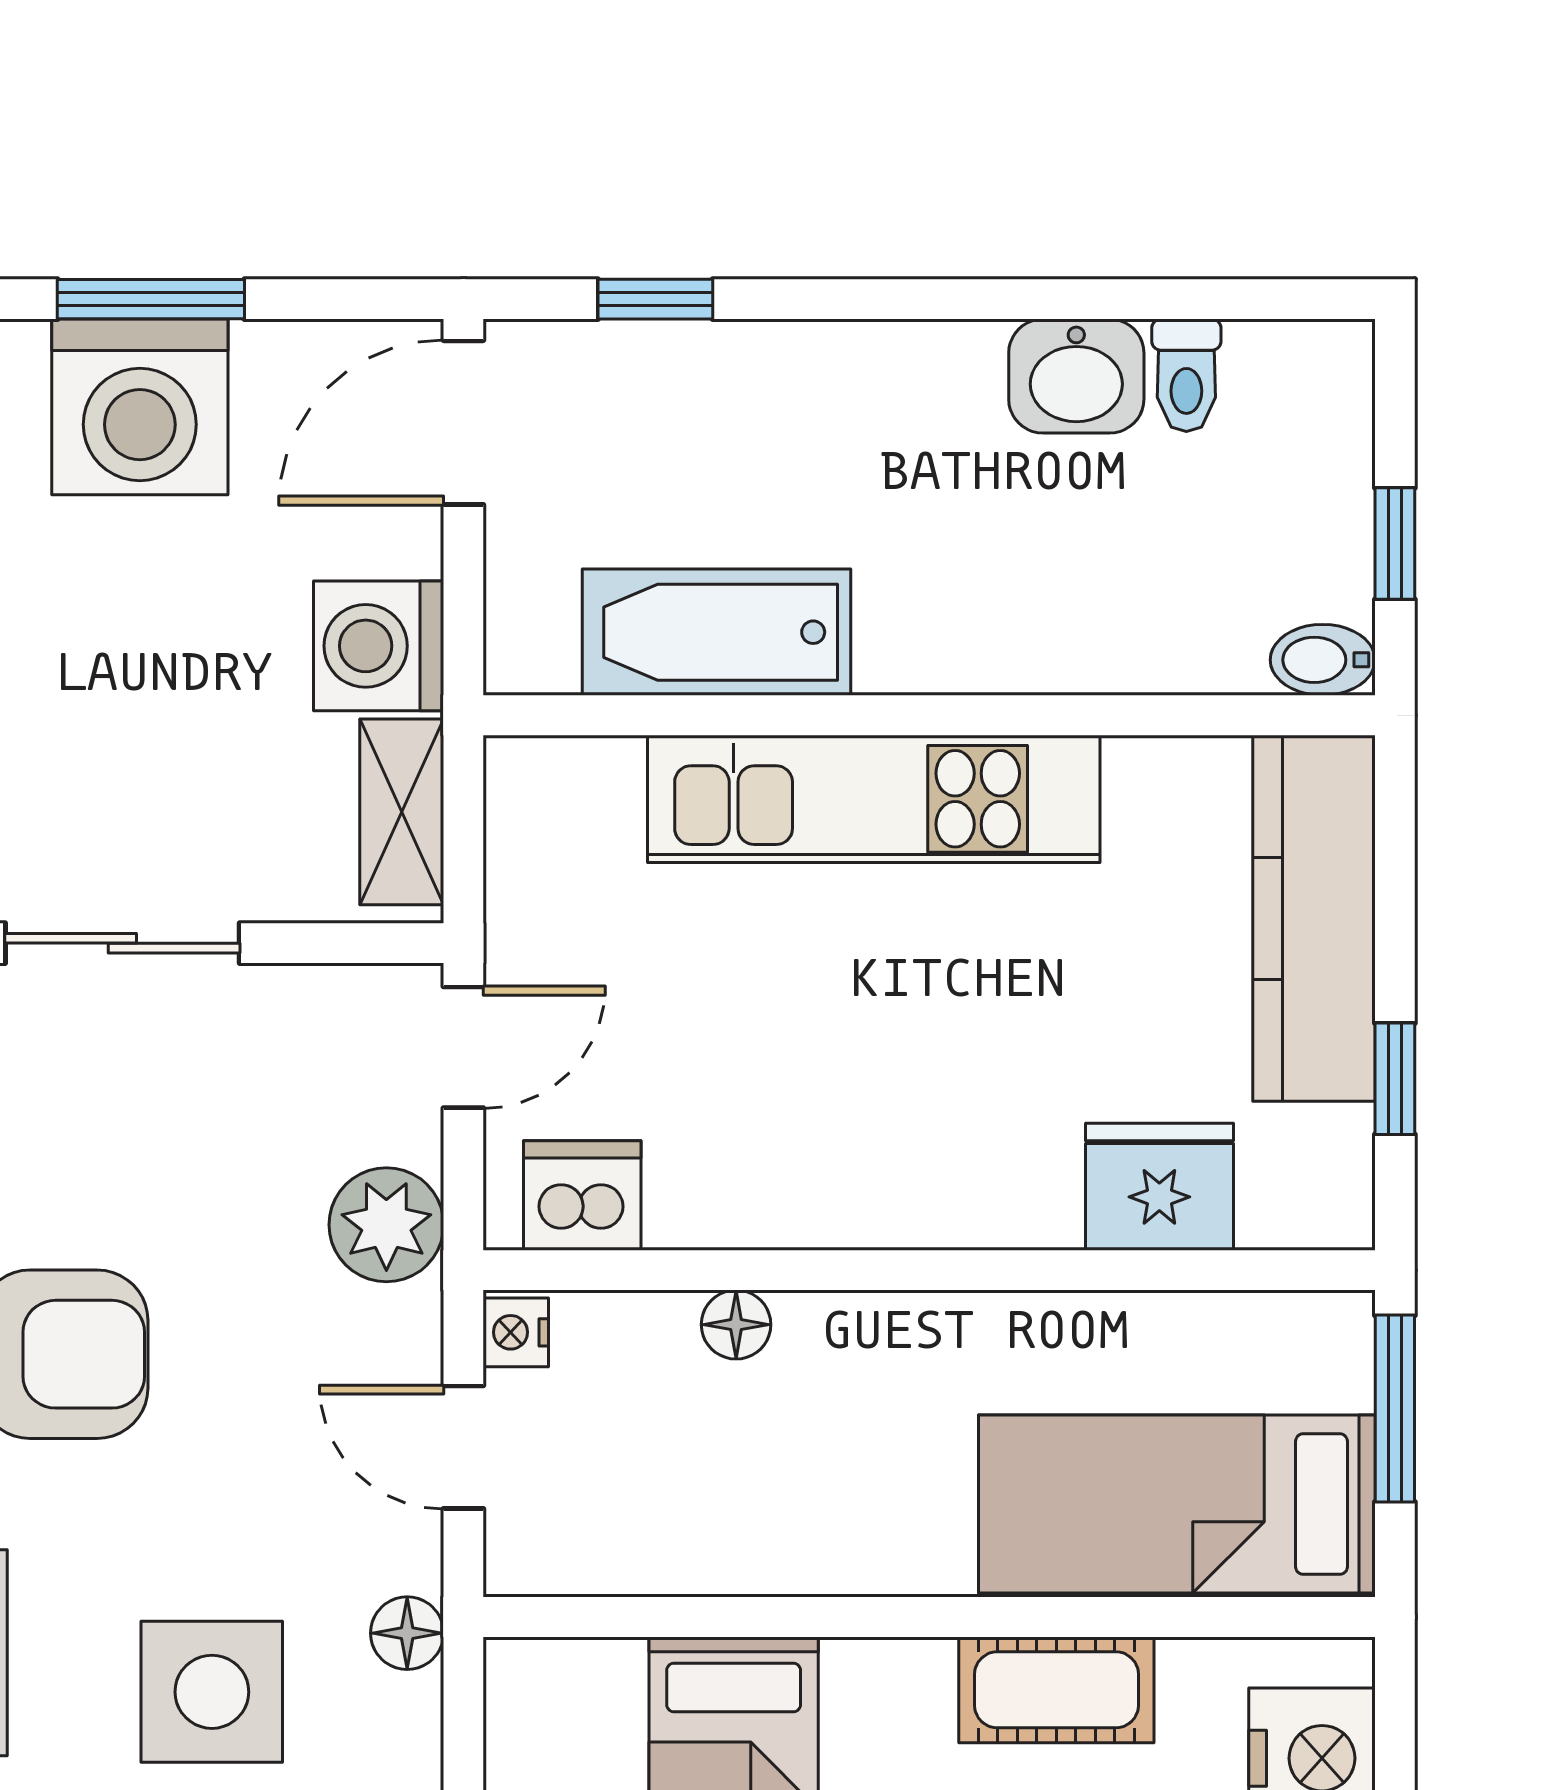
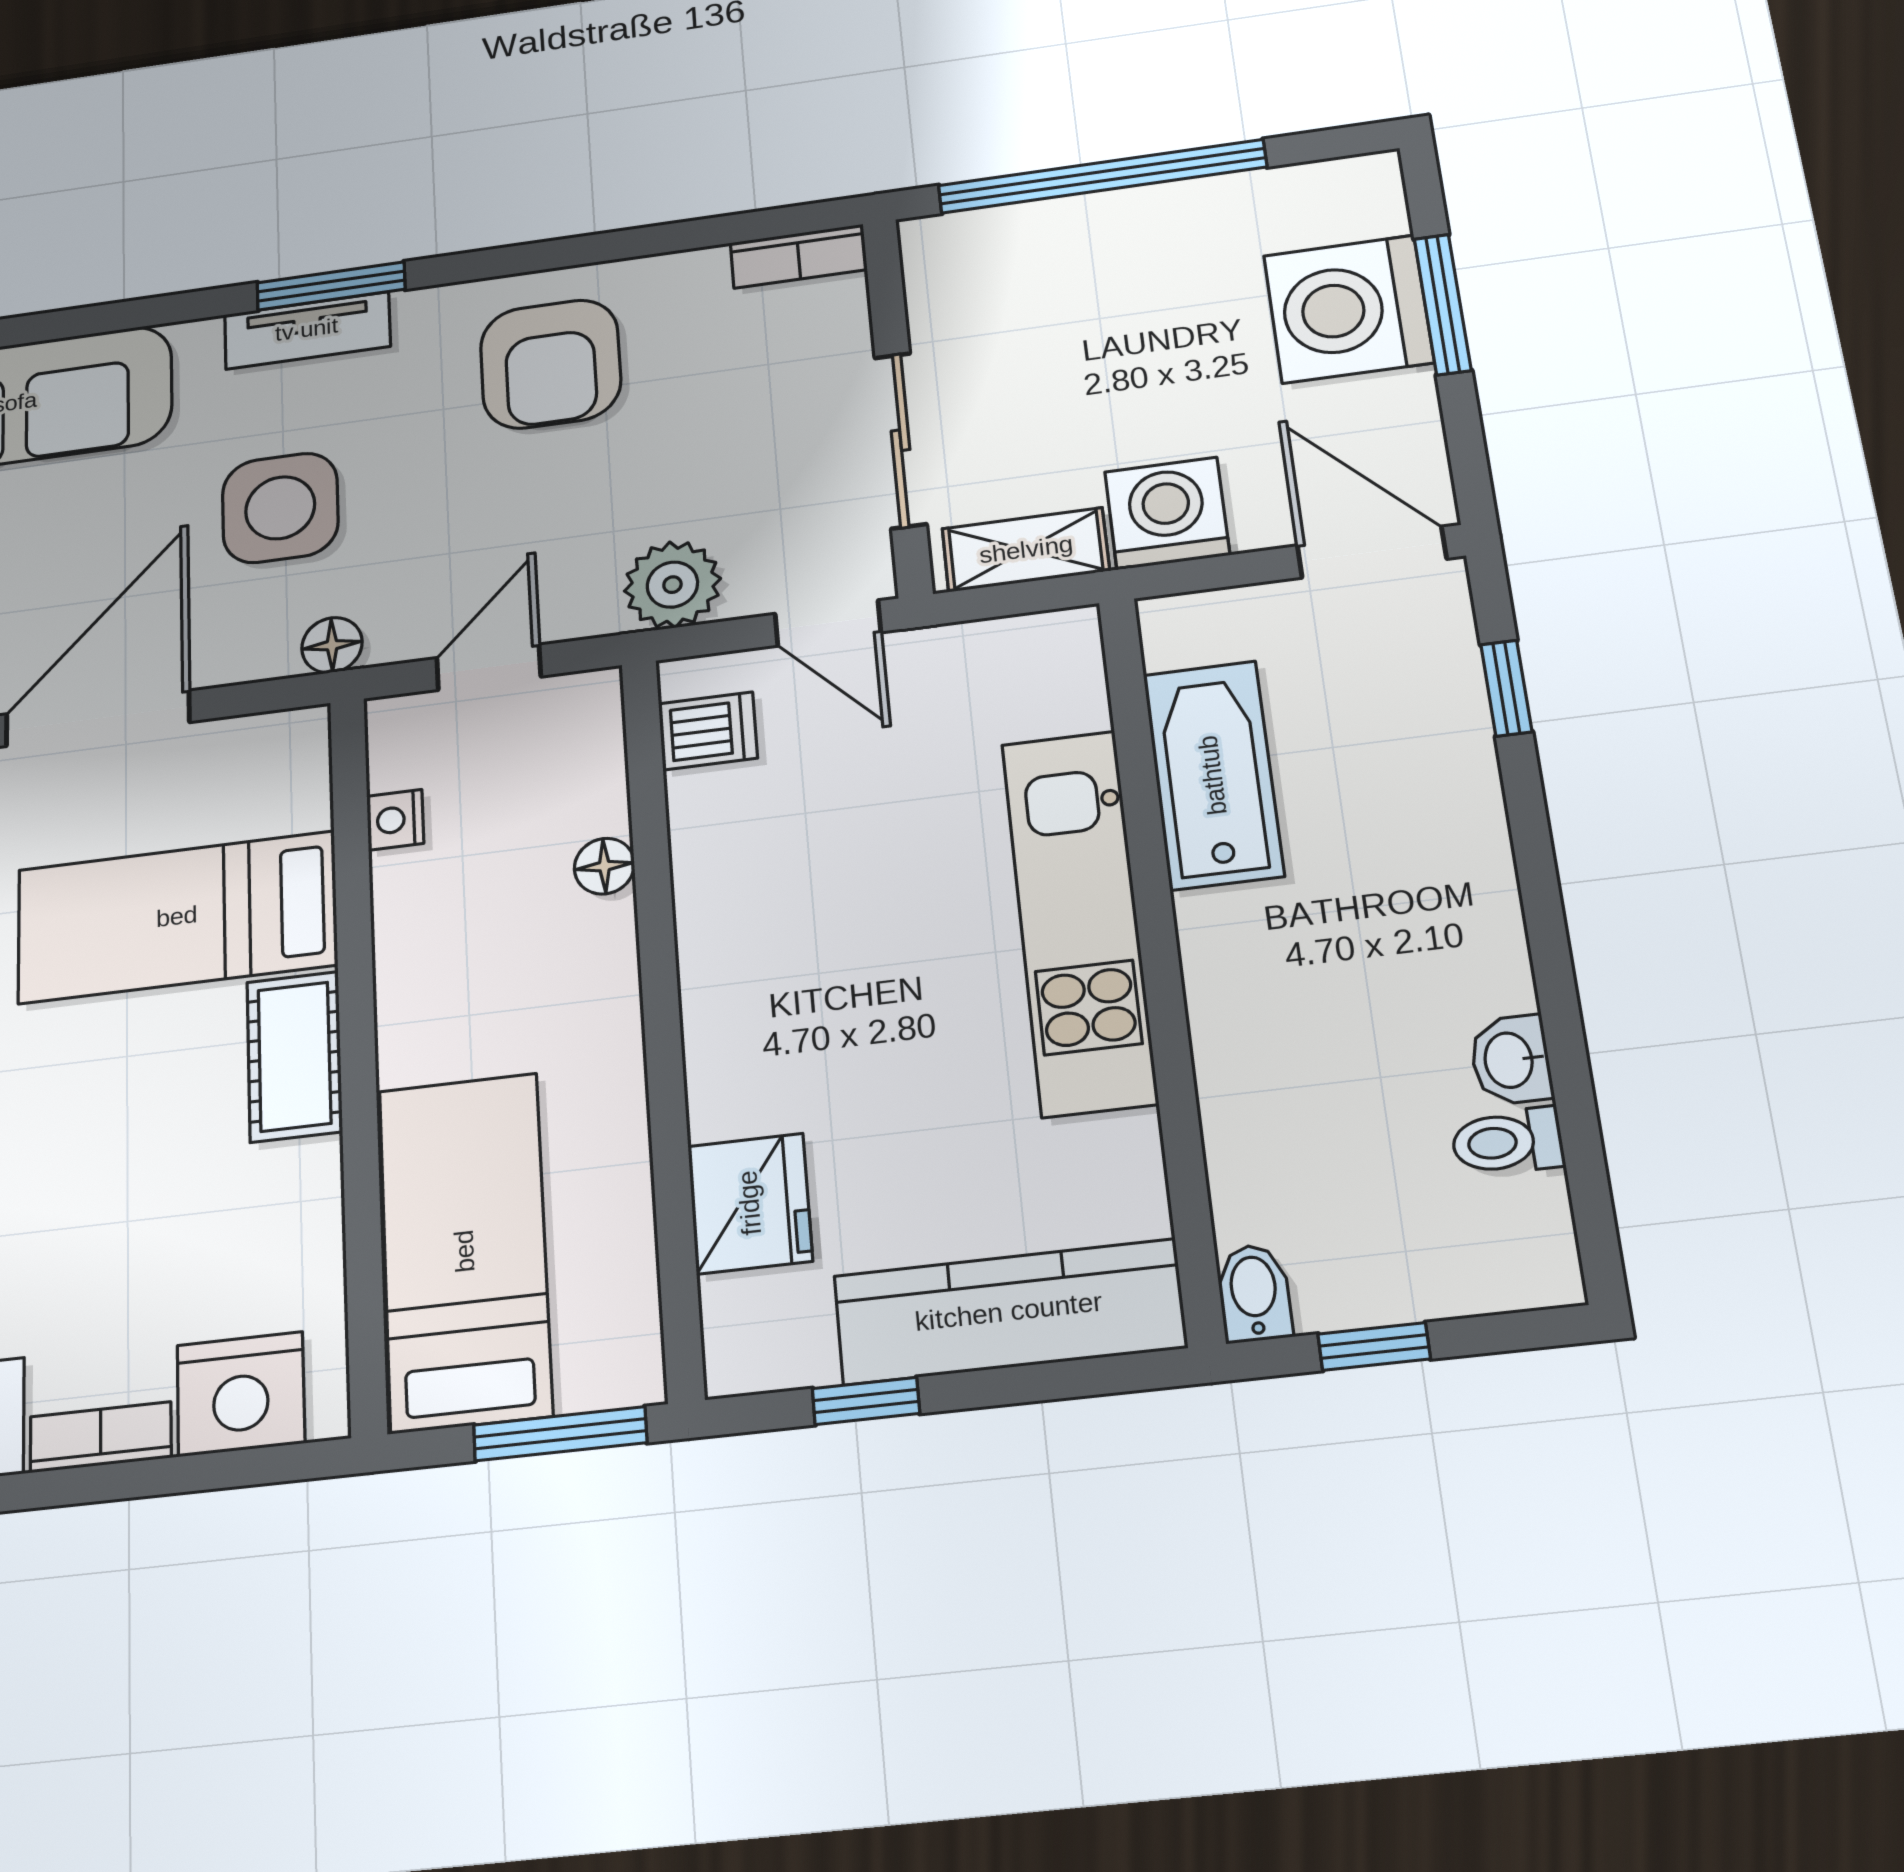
washbasin: (1076, 376) -> (1511, 1060), width x0.72, depth x0.69
sliding door: (122, 943) -> (901, 440), moved
dishwasher: (582, 1196) -> (708, 731), width x0.73
nightstand: (516, 1332) -> (395, 820), moved, turned -90
cot: (1056, 1690) -> (294, 1056), moved

